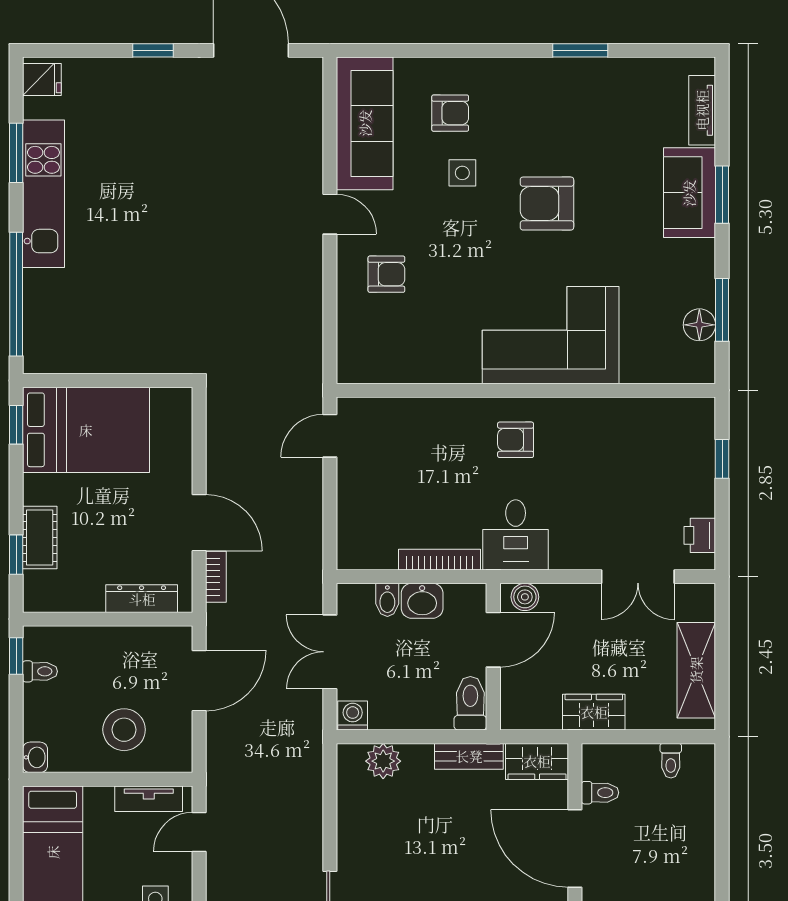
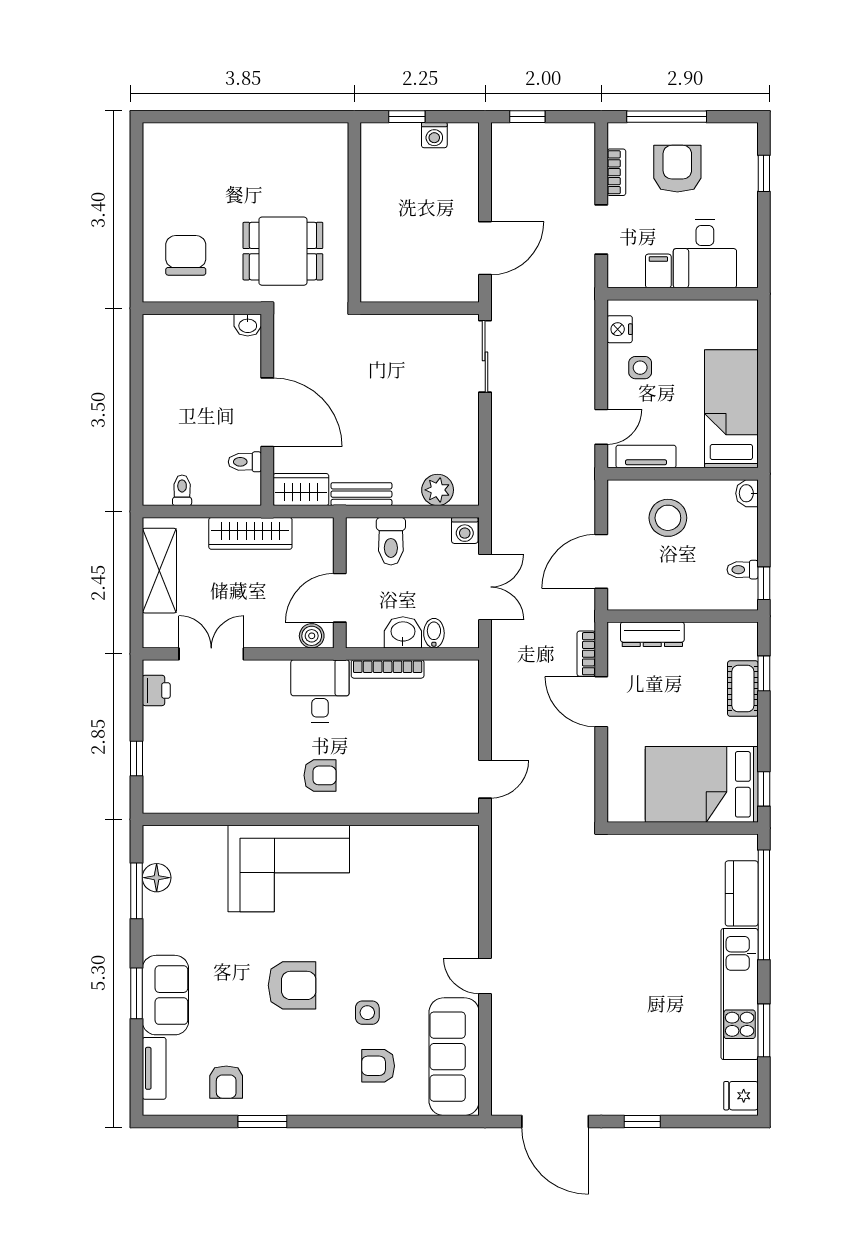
armchair: (386, 274) -> (226, 1082), moved, turned -90
kitchen counter: (41, 307) -> (742, 893), added
toilet: (470, 703) -> (391, 541), moved
wardrobe: (594, 712) -> (250, 533), width x1.50

